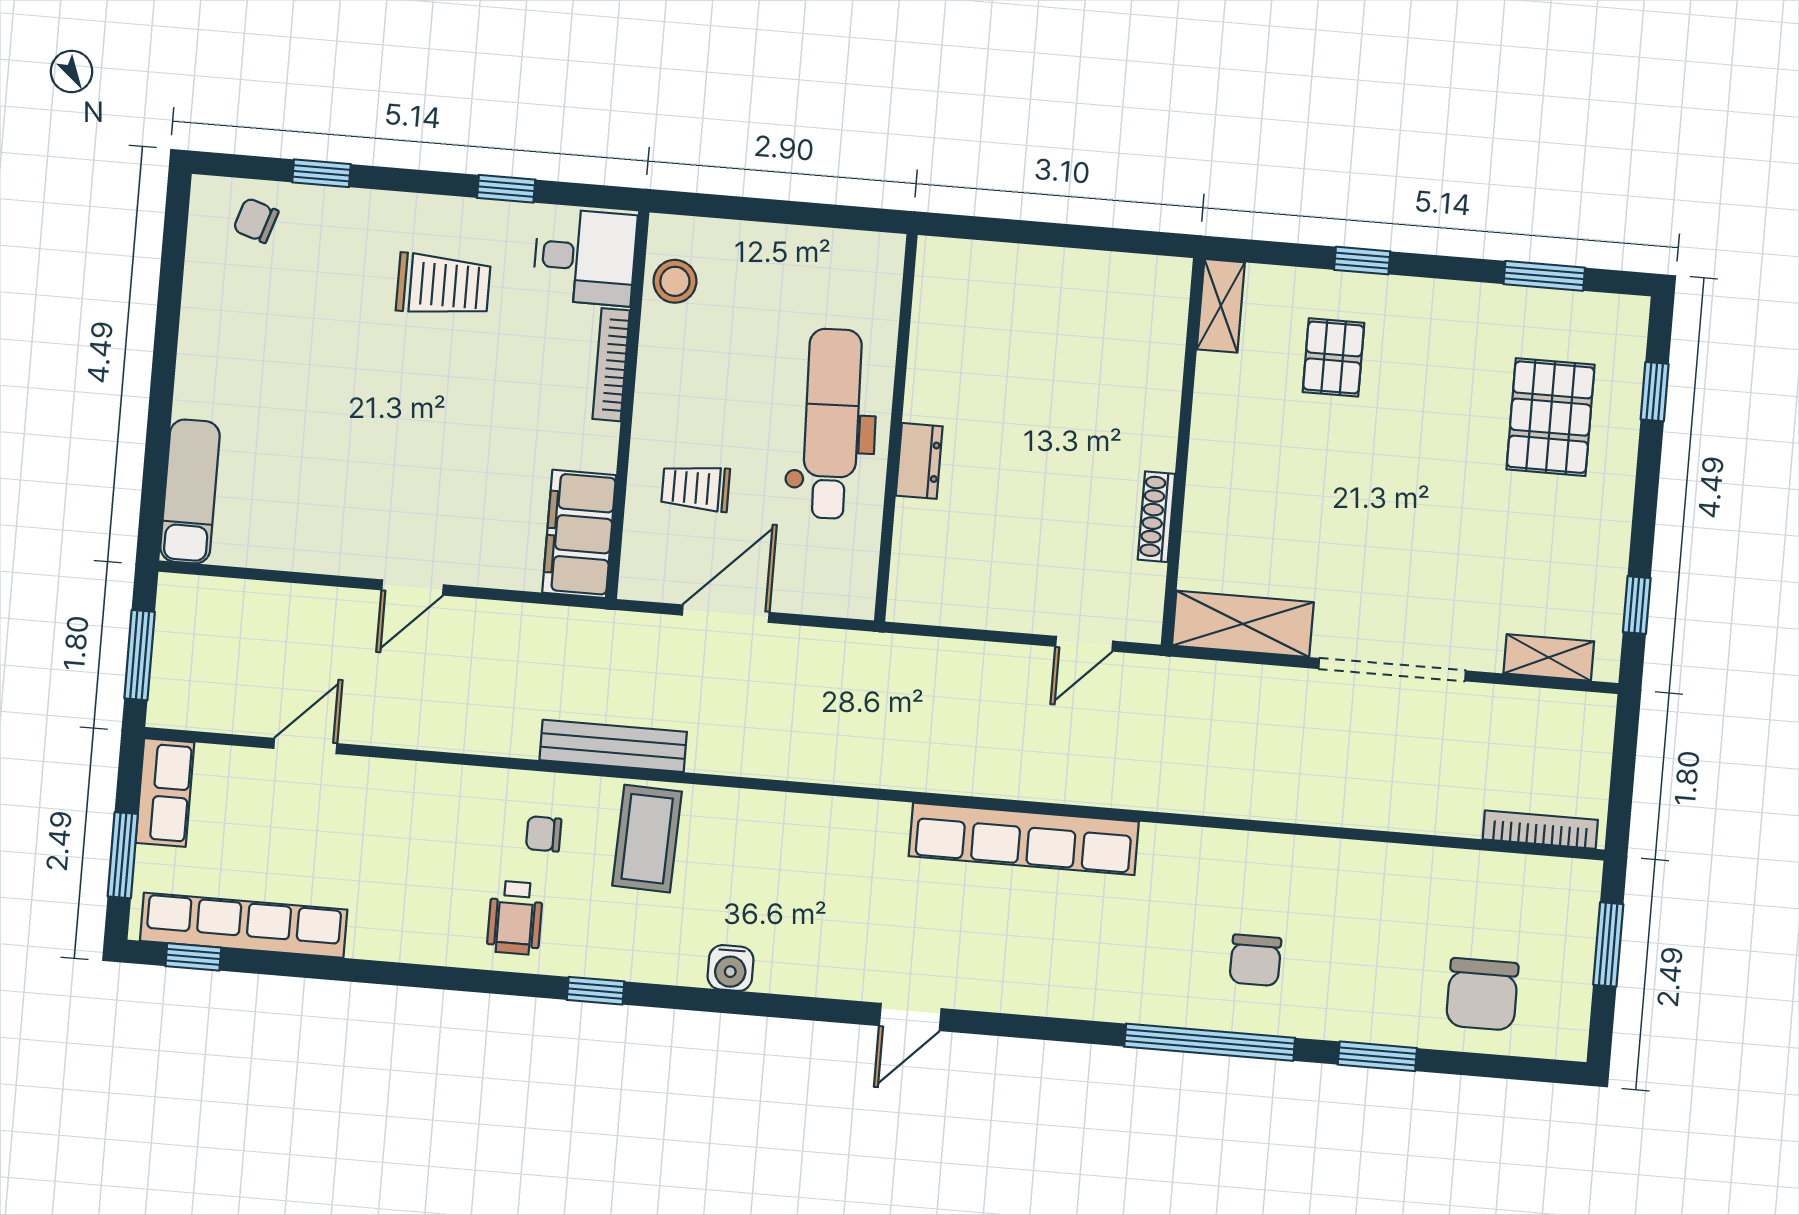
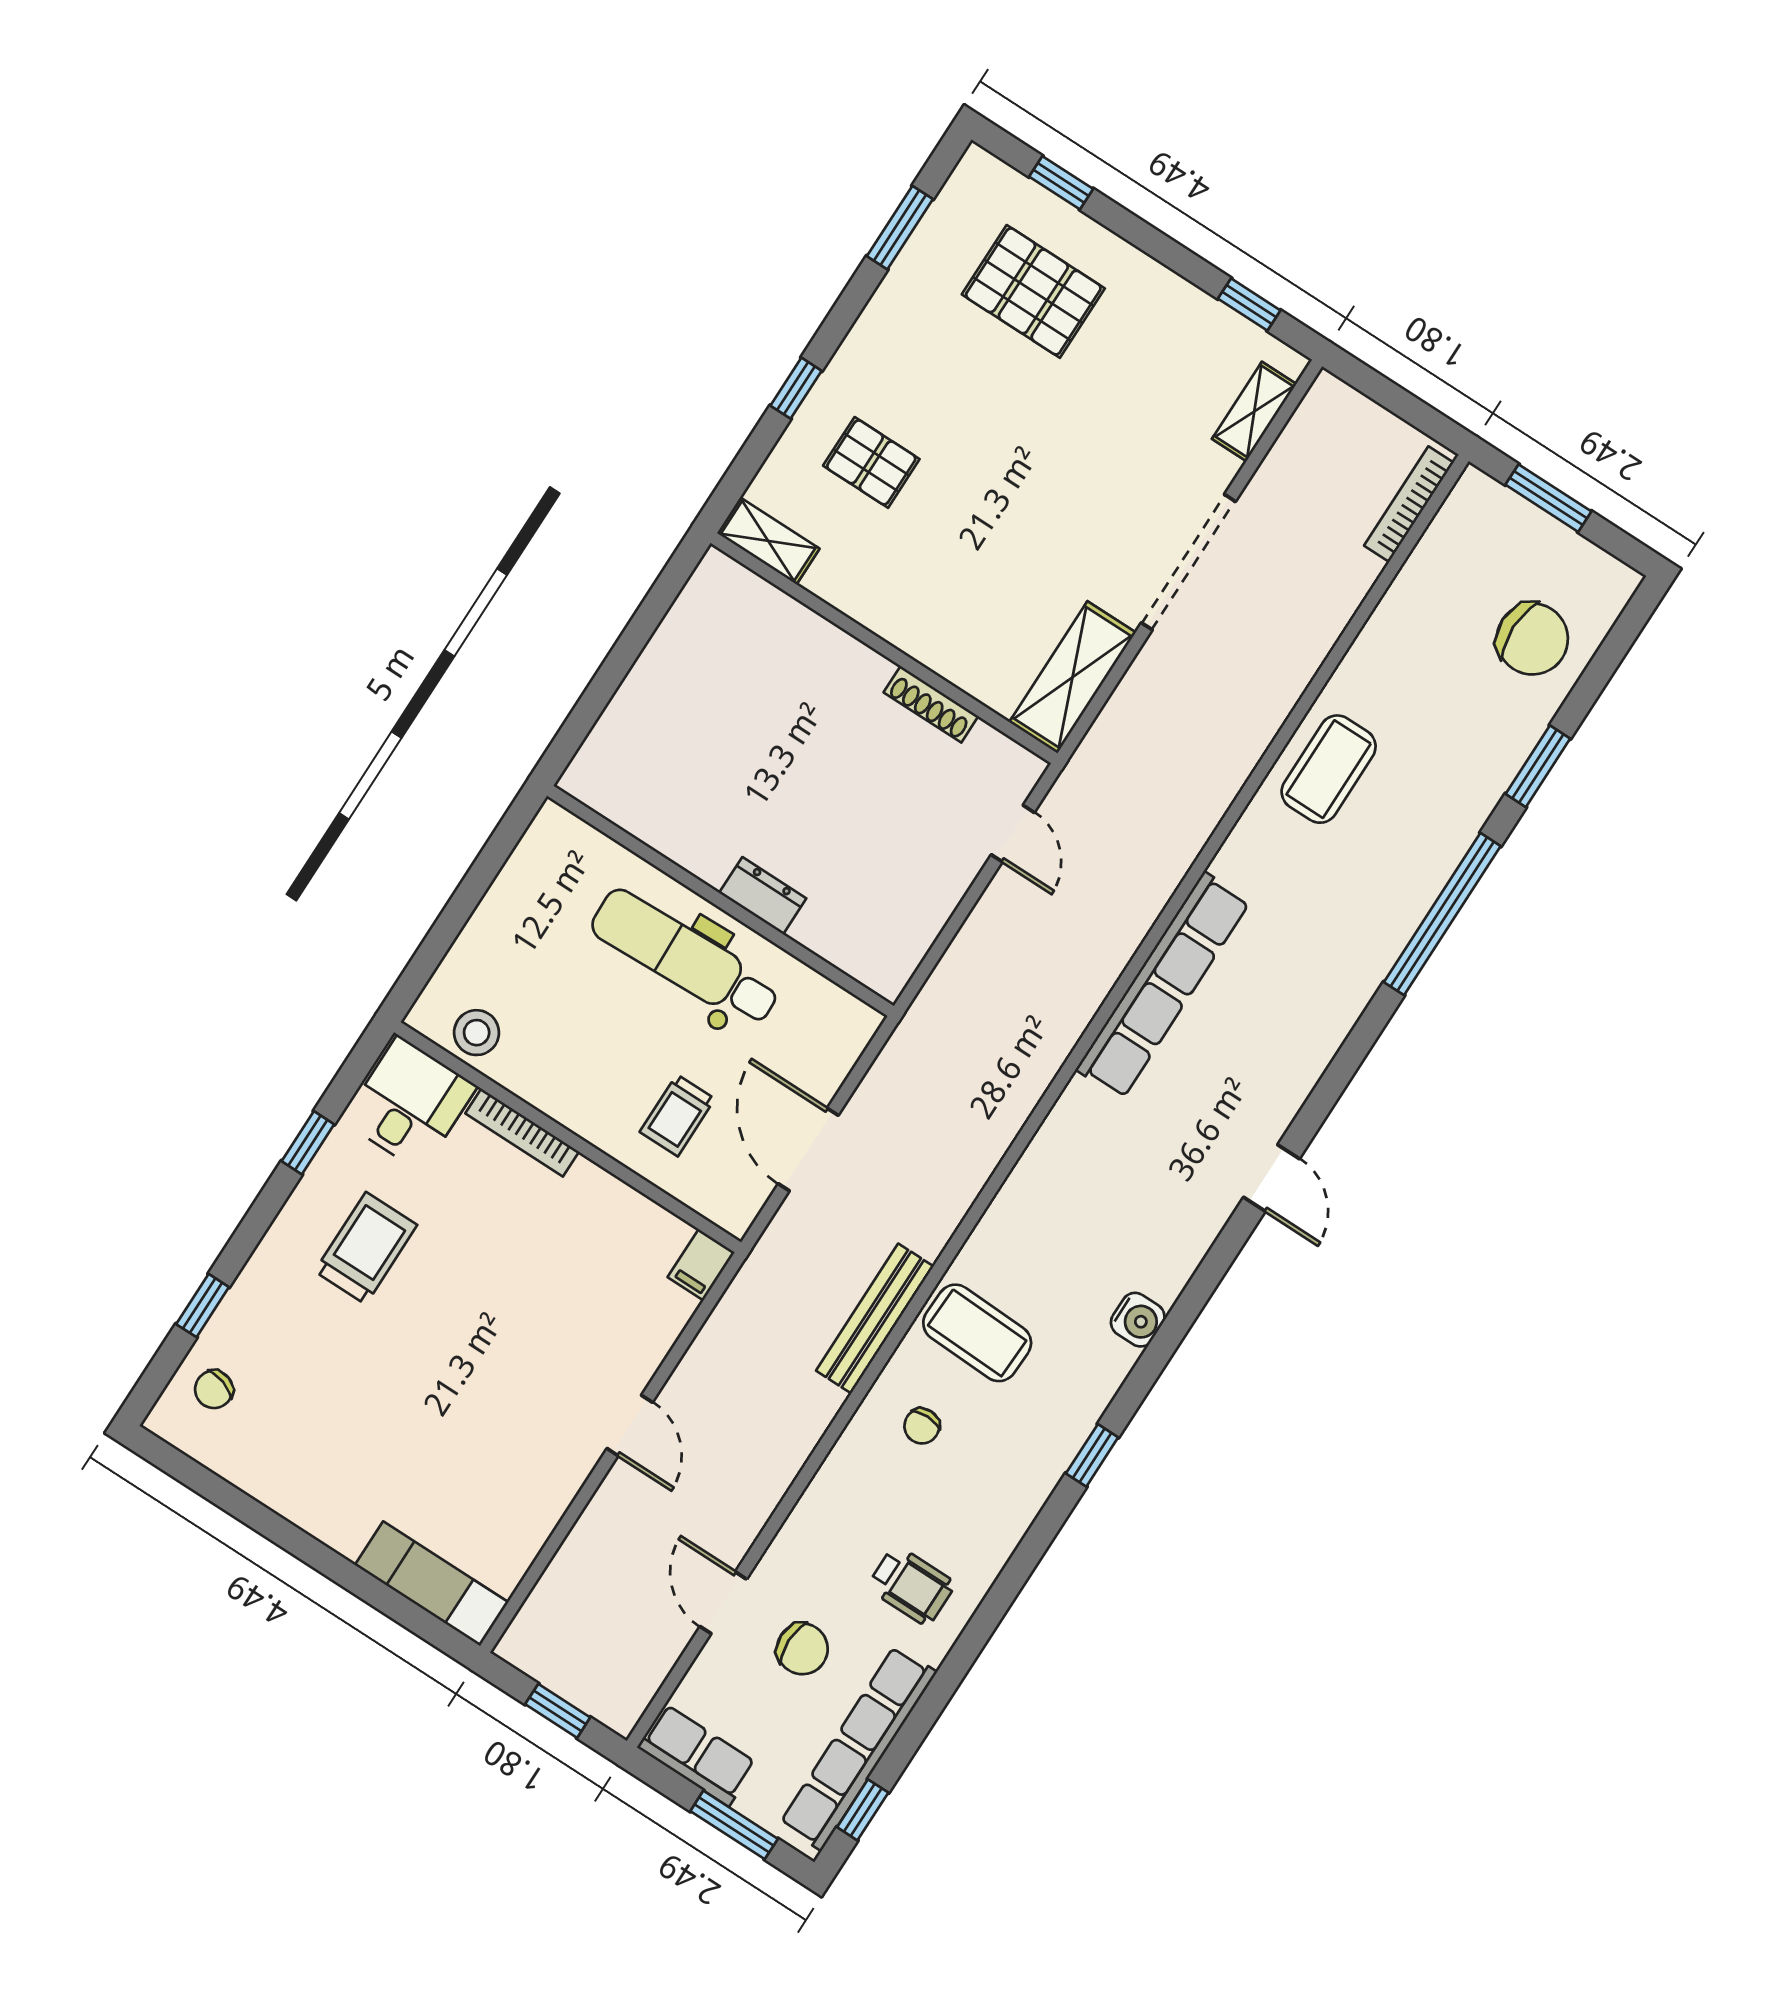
filing cabinet: (579, 534) -> (701, 1265), width x0.33, depth x0.86
window: (140, 655) -> (558, 1711), width x0.67
coffee table: (1281, 881) -> (1329, 769), added
wheelchair: (515, 918) -> (911, 1585), moved
chair: (1255, 960) -> (802, 1649), moved

